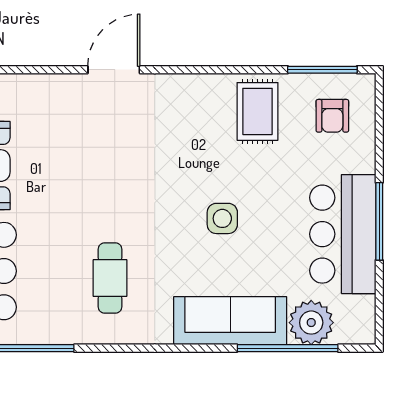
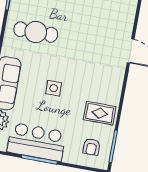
armchair: (332, 116) -> (91, 147), turned -90
cafe table: (110, 278) -> (36, 32), width x1.37, depth x1.35

